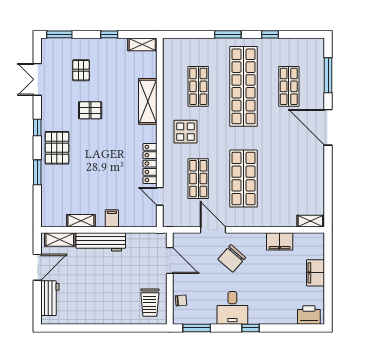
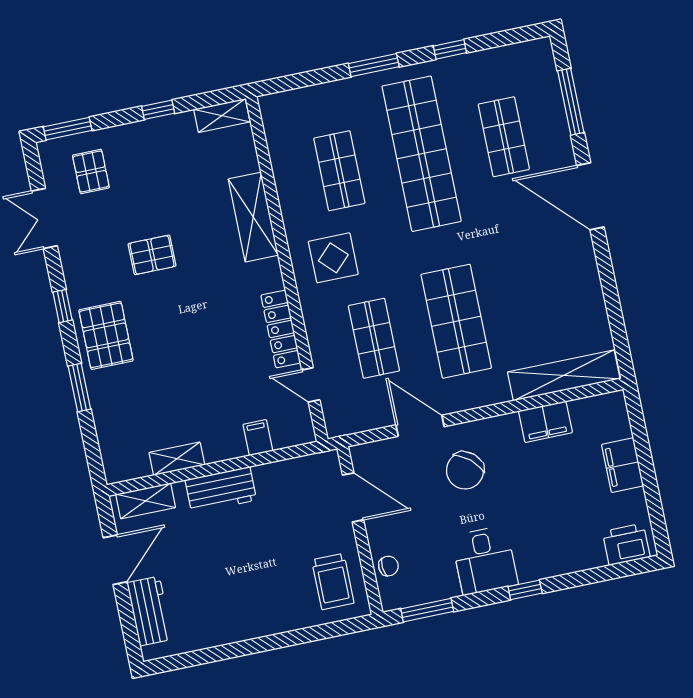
pallet: (81, 70) -> (91, 171), moved
filing cabinet: (112, 218) -> (258, 438), moved
shelving: (310, 221) -> (564, 375), width x2.20, depth x1.33
workbench: (101, 242) -> (221, 490), width x0.73

